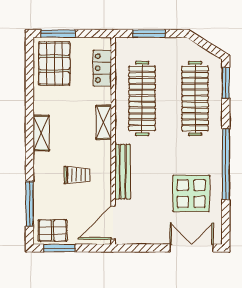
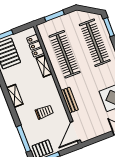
shelving: (104, 122) -> (44, 66), moved
bench: (123, 172) -> (70, 100), width x0.73

